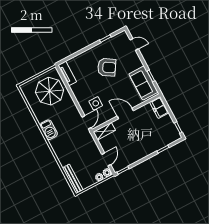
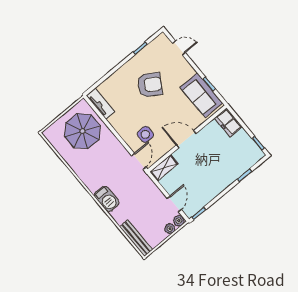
barbecue: (49, 130) -> (107, 199), moved

